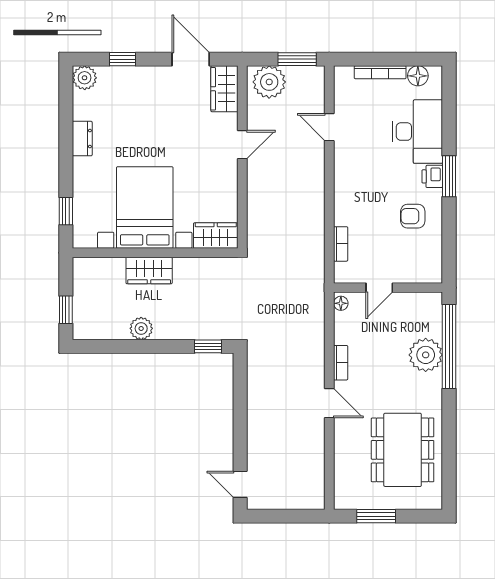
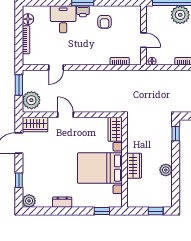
desk: (417, 132) -> (63, 19), width x0.73

